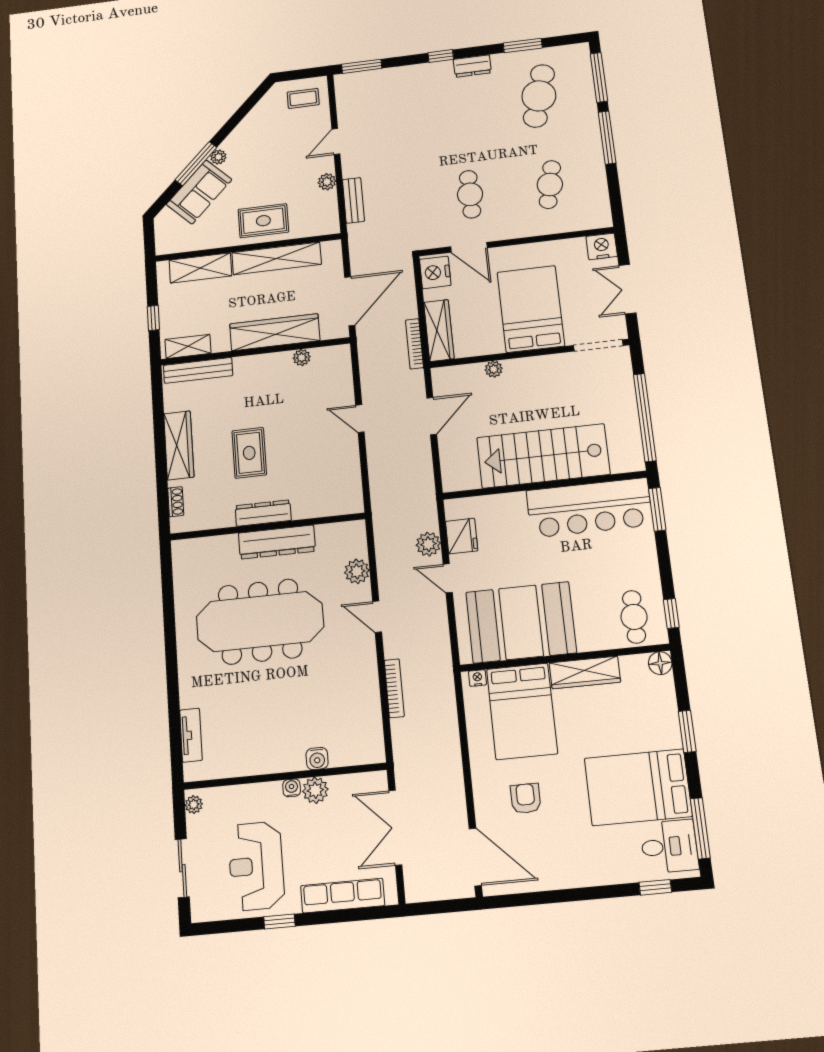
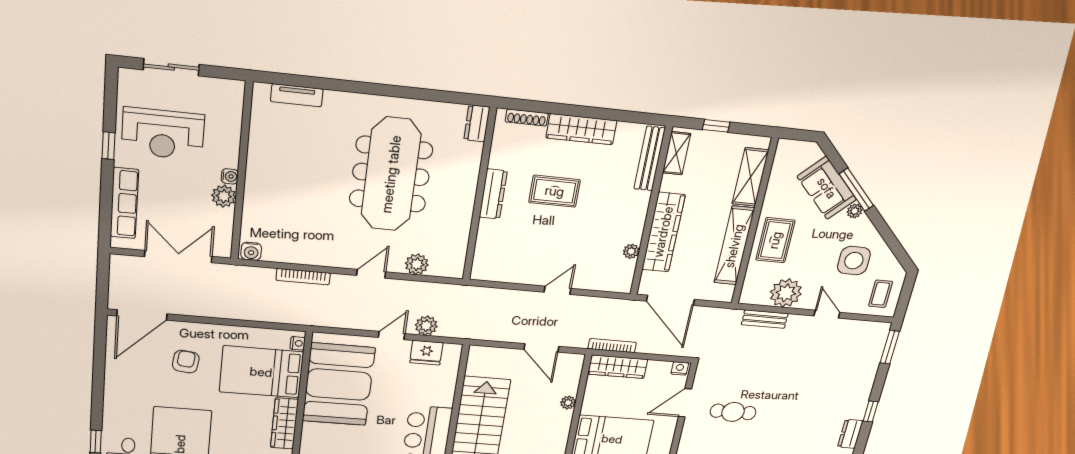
side table: (272, 138) -> (854, 261), added
plant: (327, 182) -> (786, 293), width x1.87, depth x1.87
nightstand: (435, 272) -> (680, 368), width x0.53, depth x0.56
shoe rack: (176, 502) -> (527, 118), width x1.43
dresser: (277, 542) -> (477, 123), moved, width x0.51, depth x0.80
water cooler: (317, 759) -> (251, 251), moved, turned -90
armchair: (526, 798) -> (186, 362), turned -83
plant: (194, 805) -> (230, 87), removed
reception desk: (256, 866) -> (163, 134), turned 180

